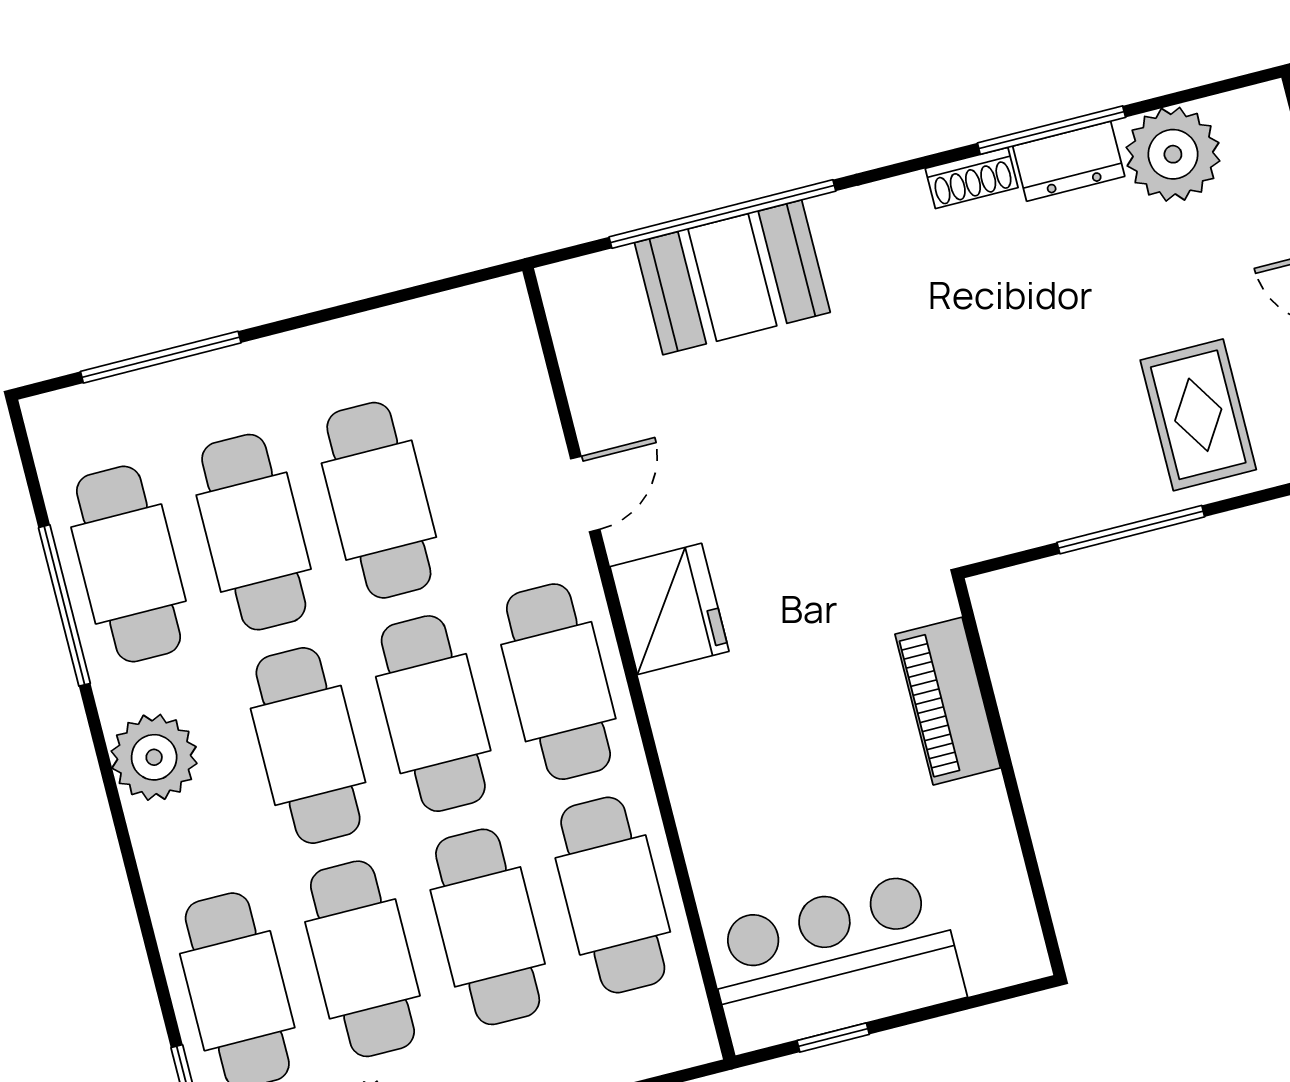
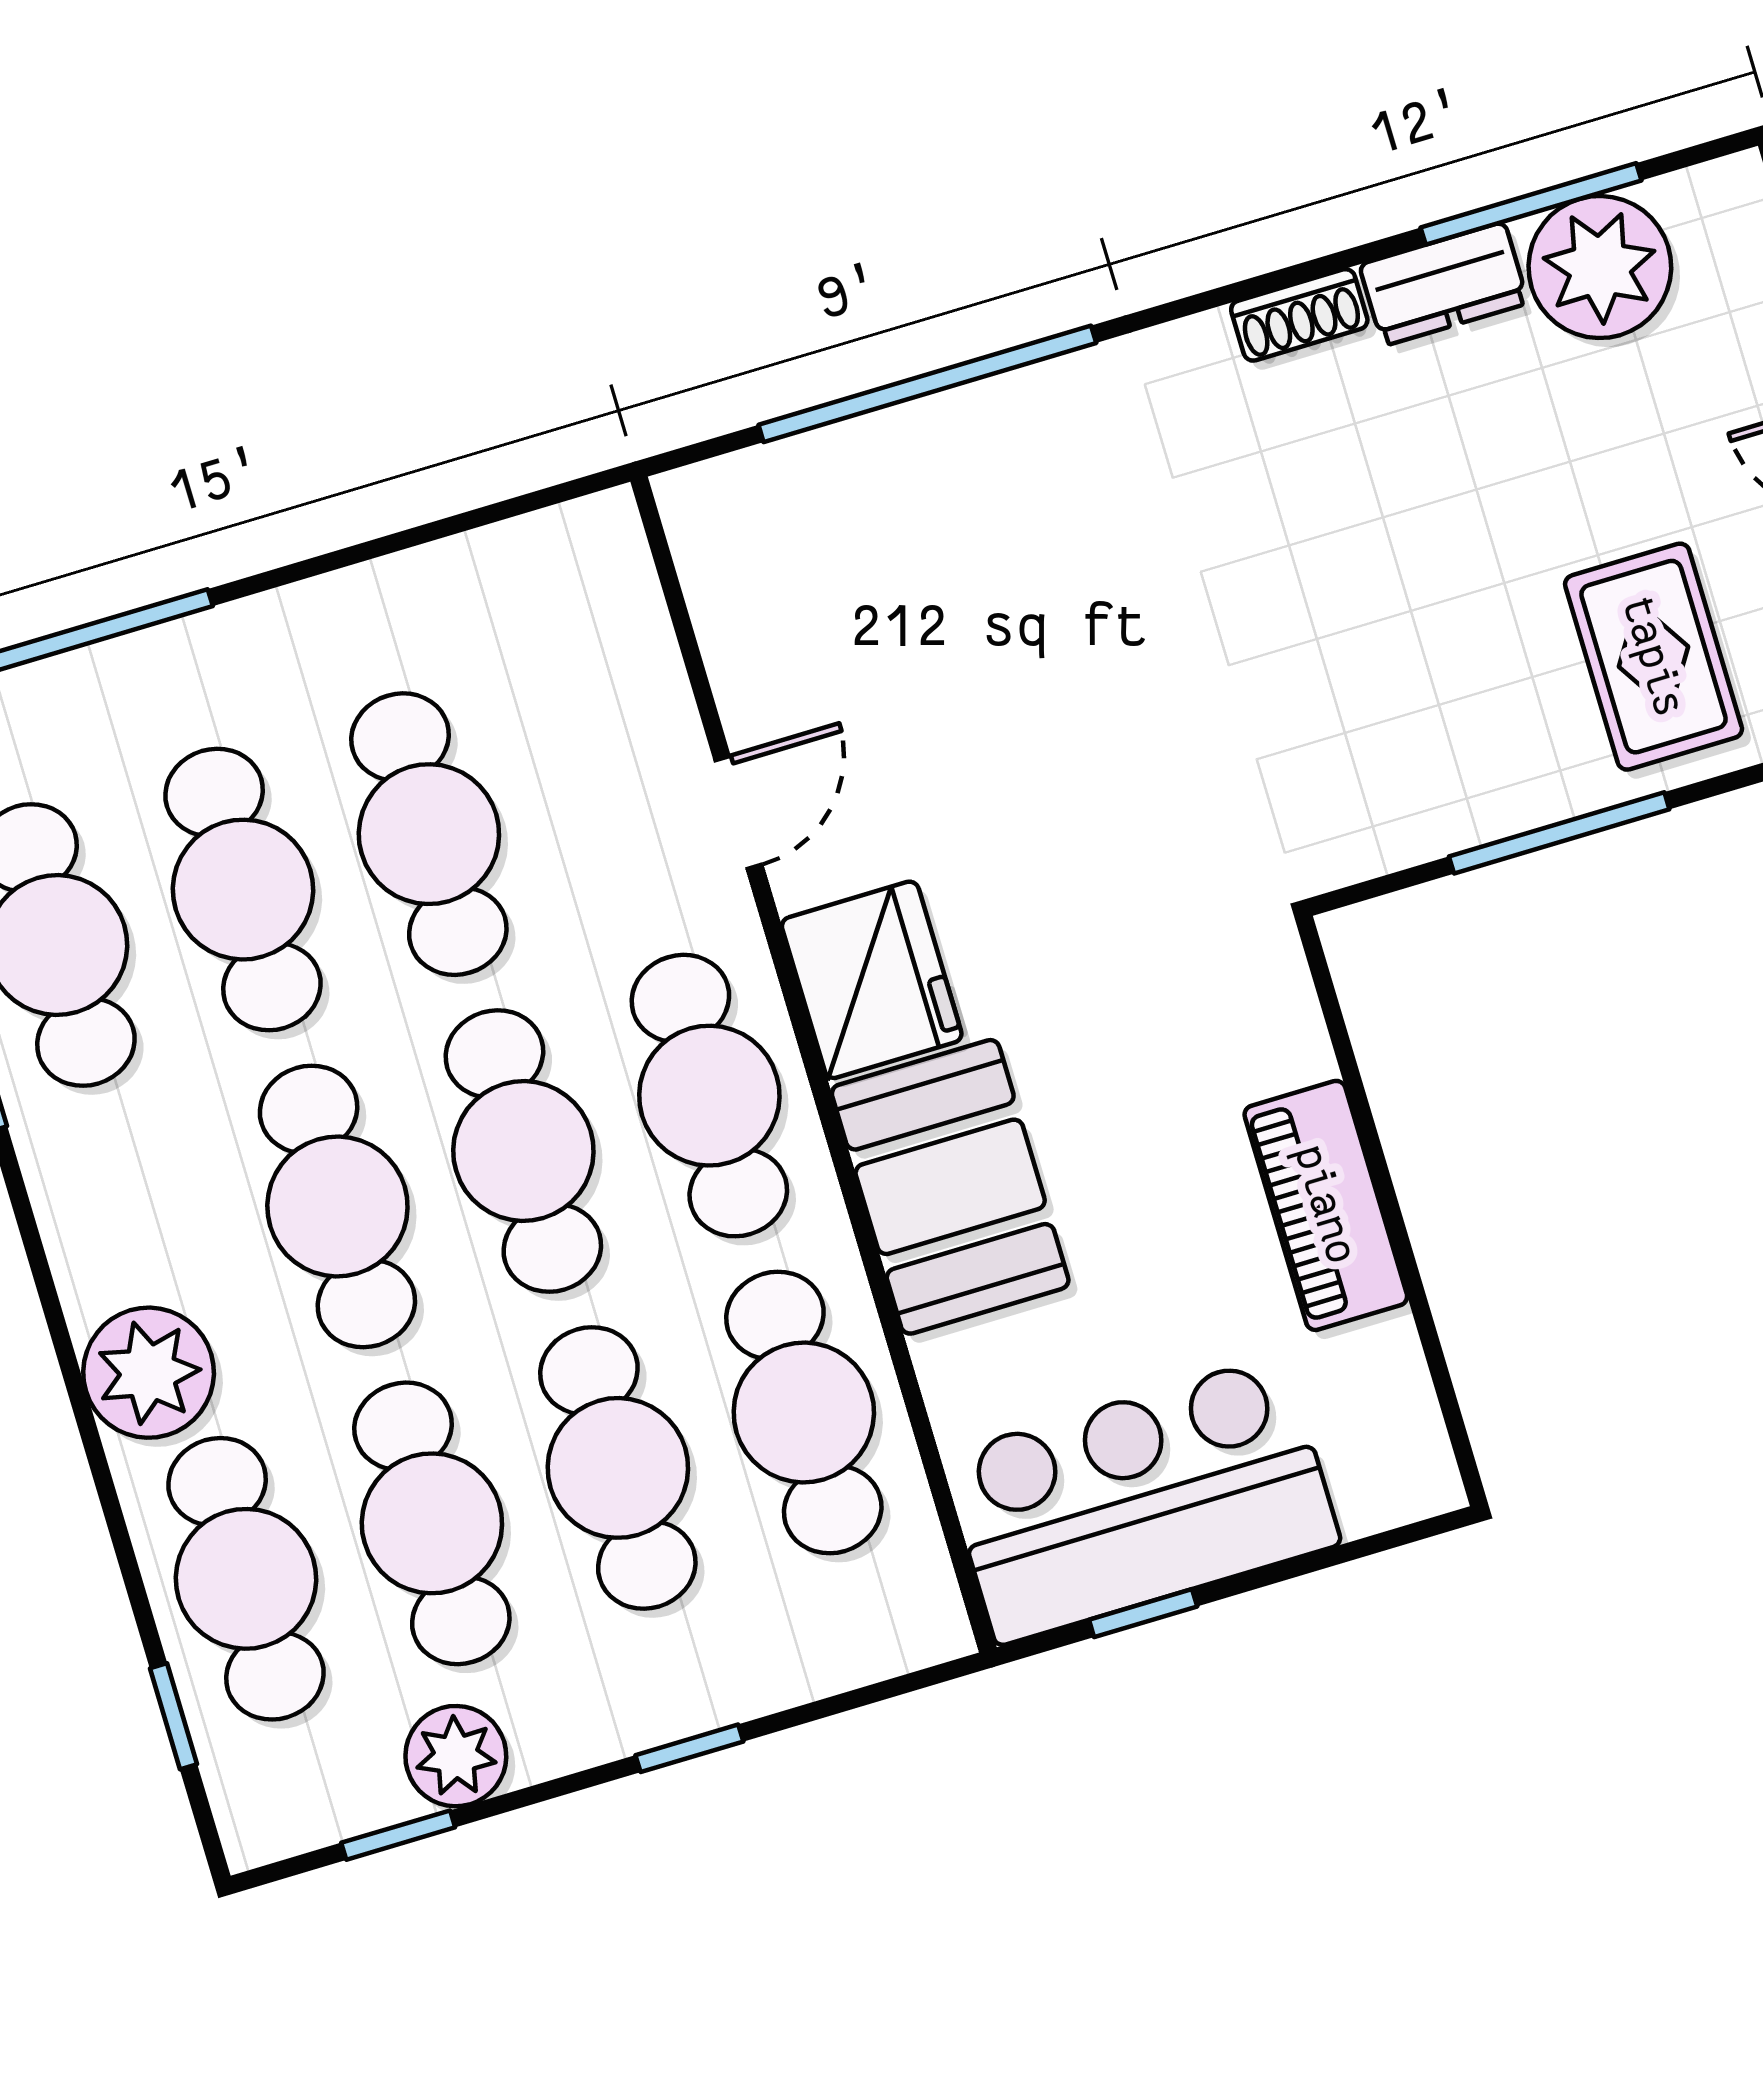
window: (1051, 130) -> (1531, 204), moved
booth: (732, 277) -> (950, 1187), moved, turned 90
piano: (948, 701) -> (1326, 1205), moved
plant: (154, 757) -> (149, 1373), moved

